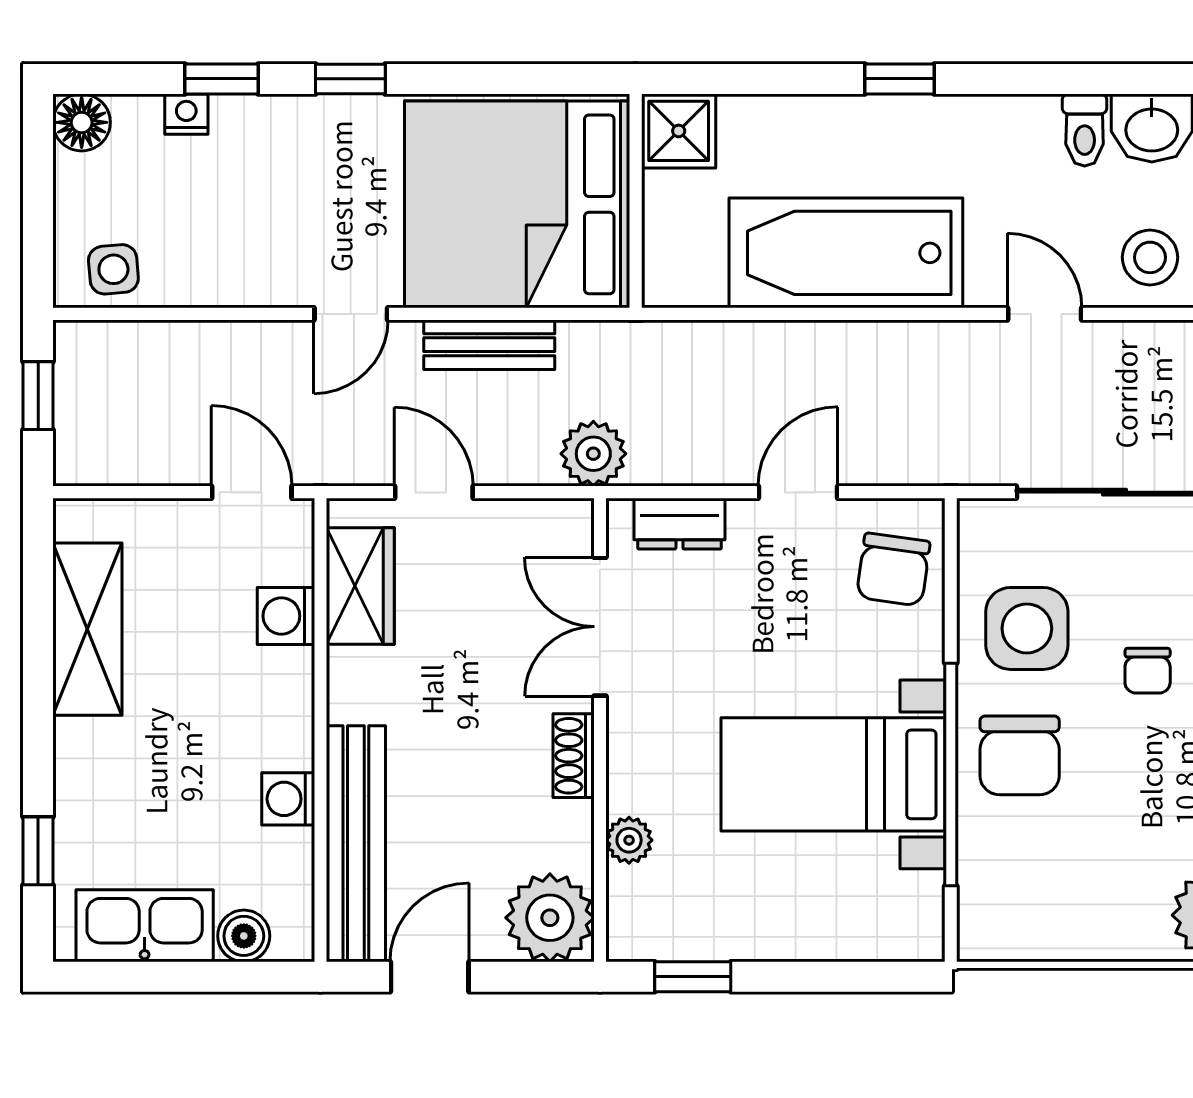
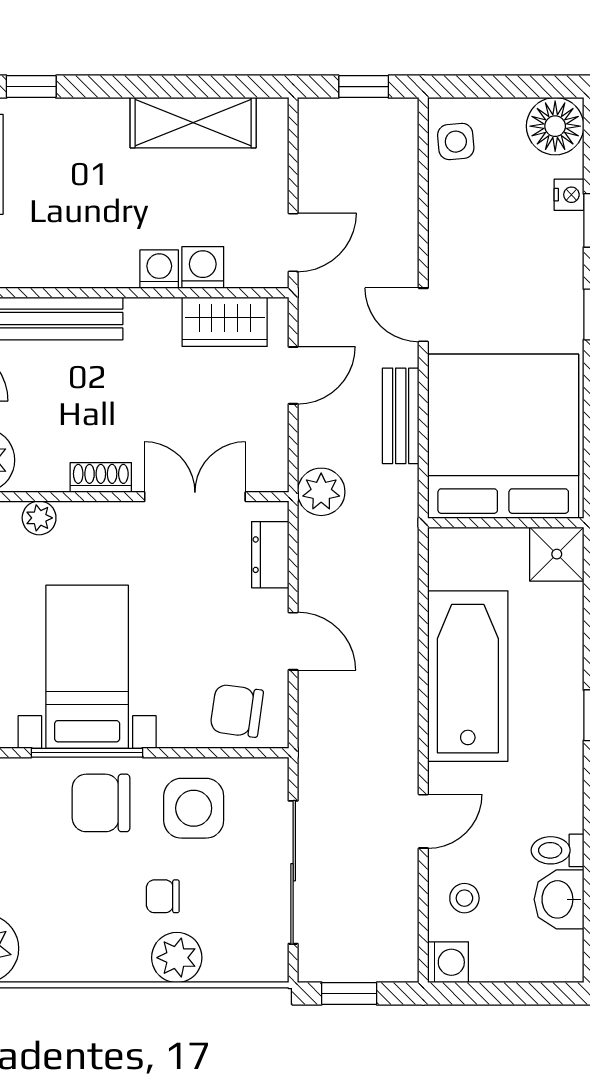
floor lamp: (82, 122) -> (555, 126), width x1.38, depth x1.38
stool: (1150, 257) -> (464, 898), width x0.73, depth x0.73
window: (951, 775) -> (87, 753), width x0.68
washing machine: (288, 799) -> (159, 269), moved

